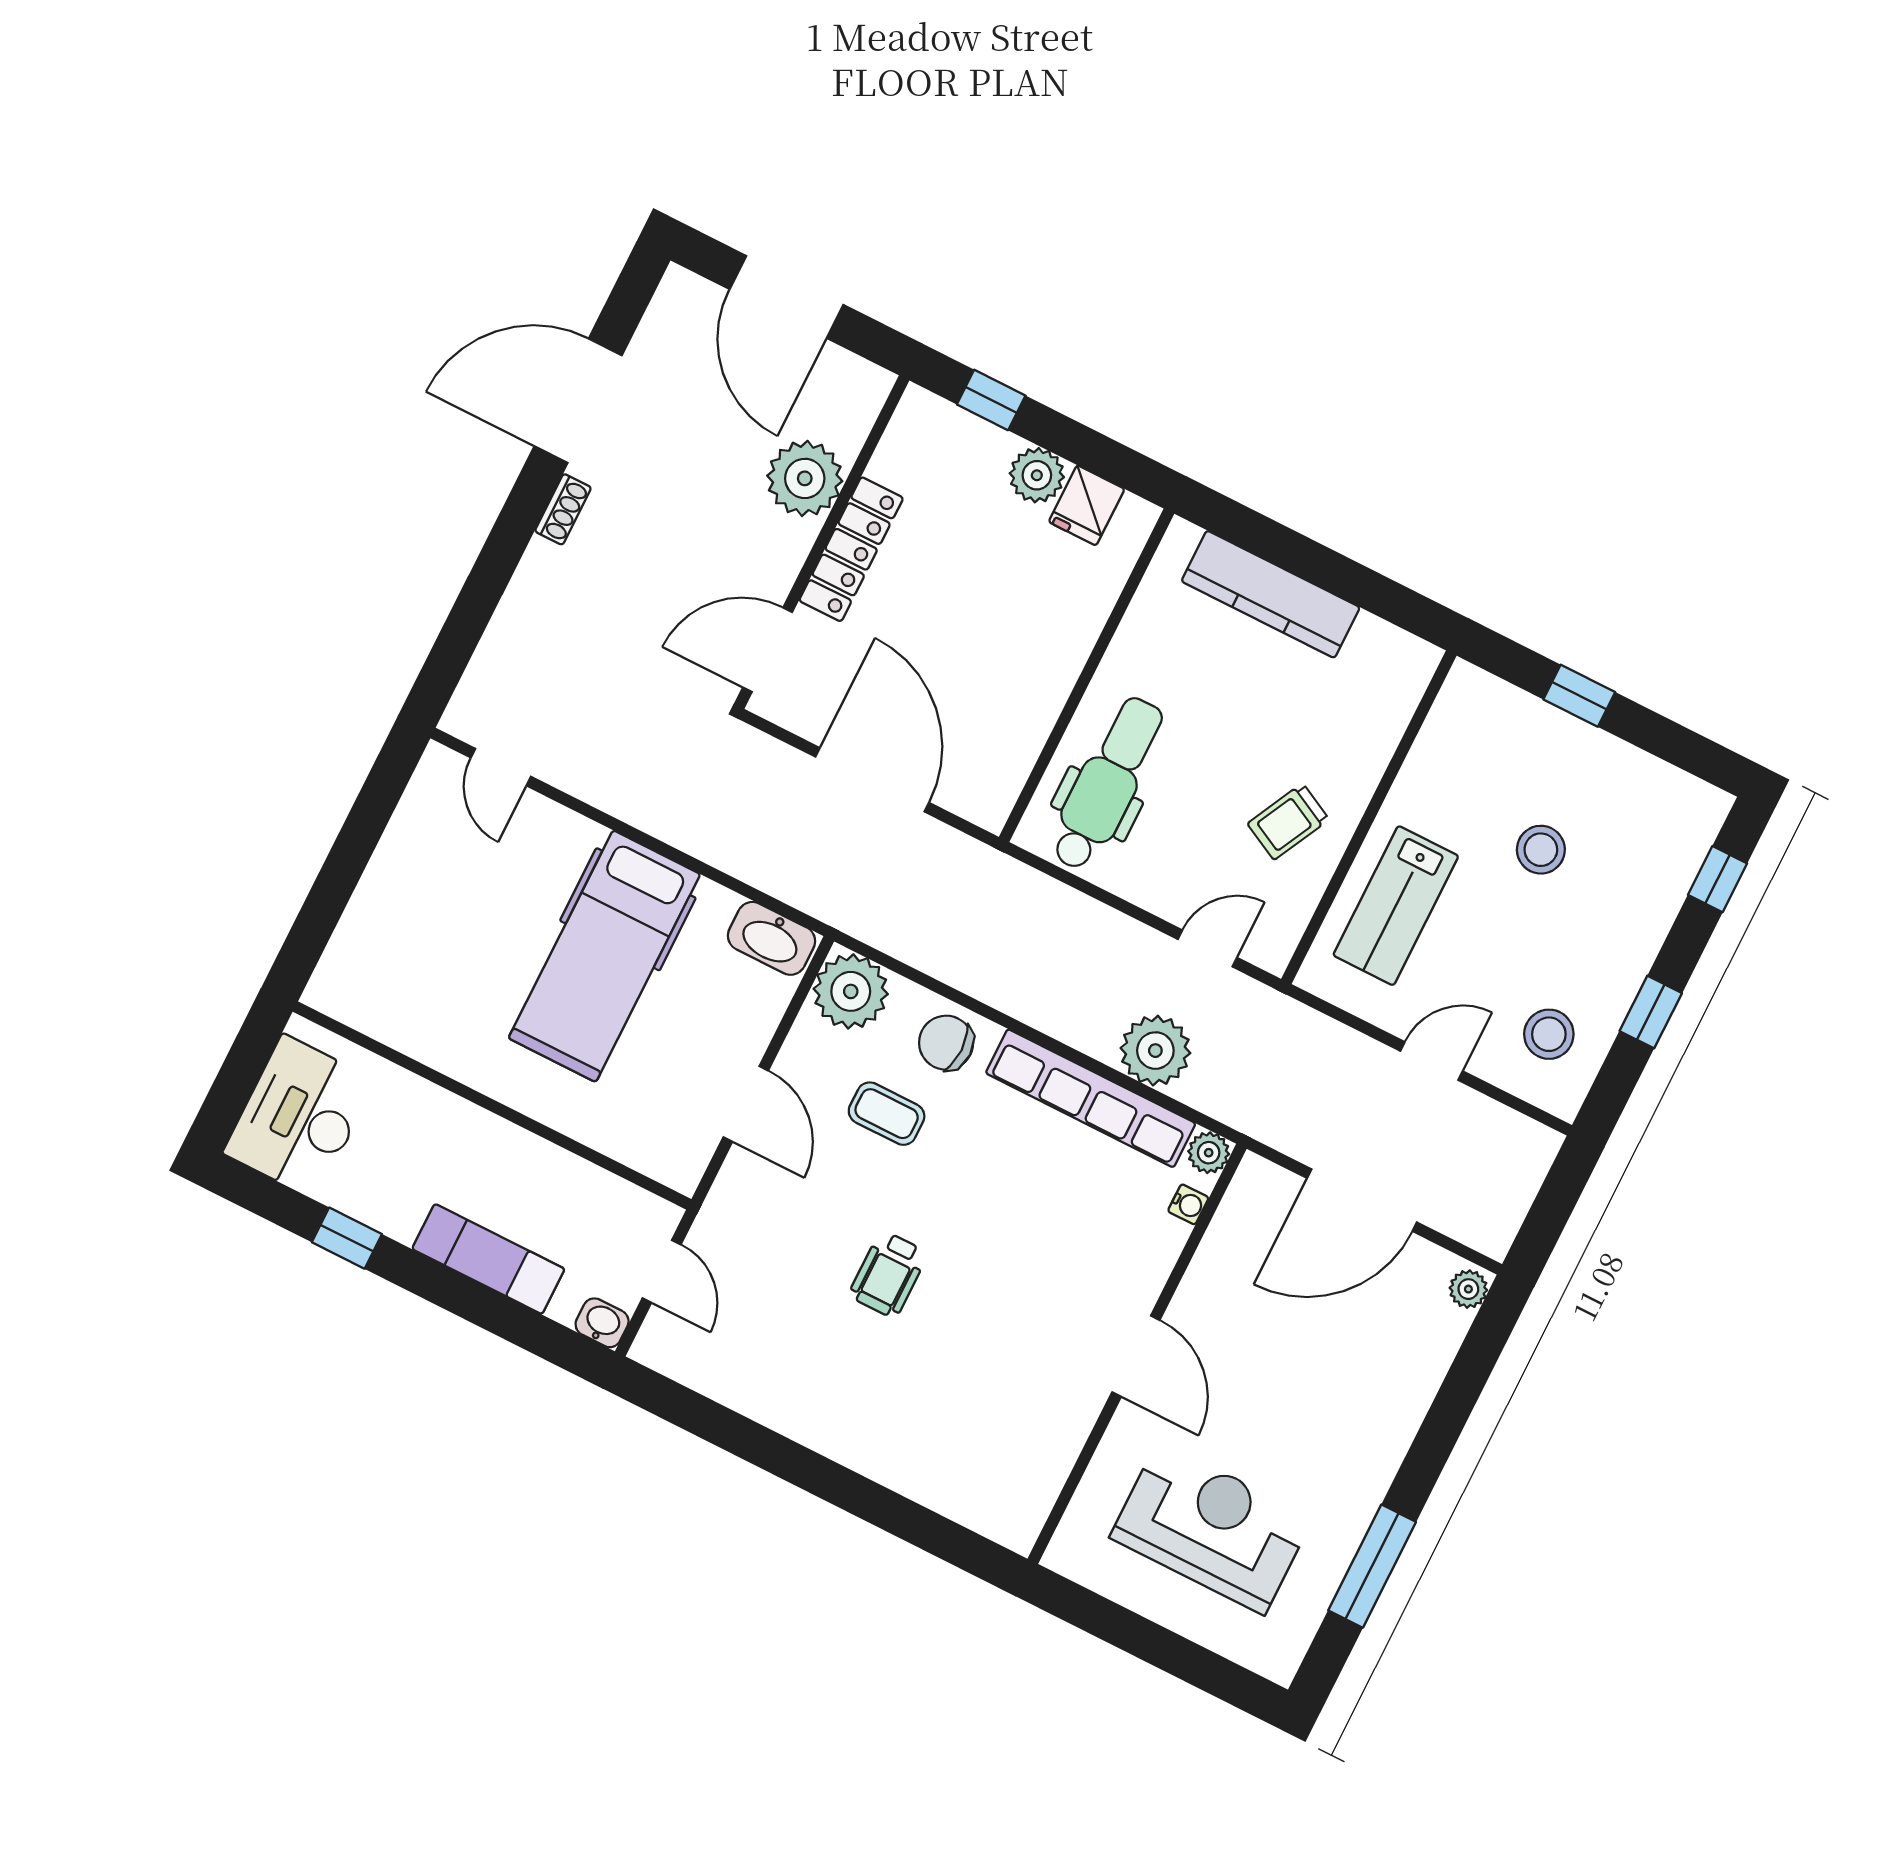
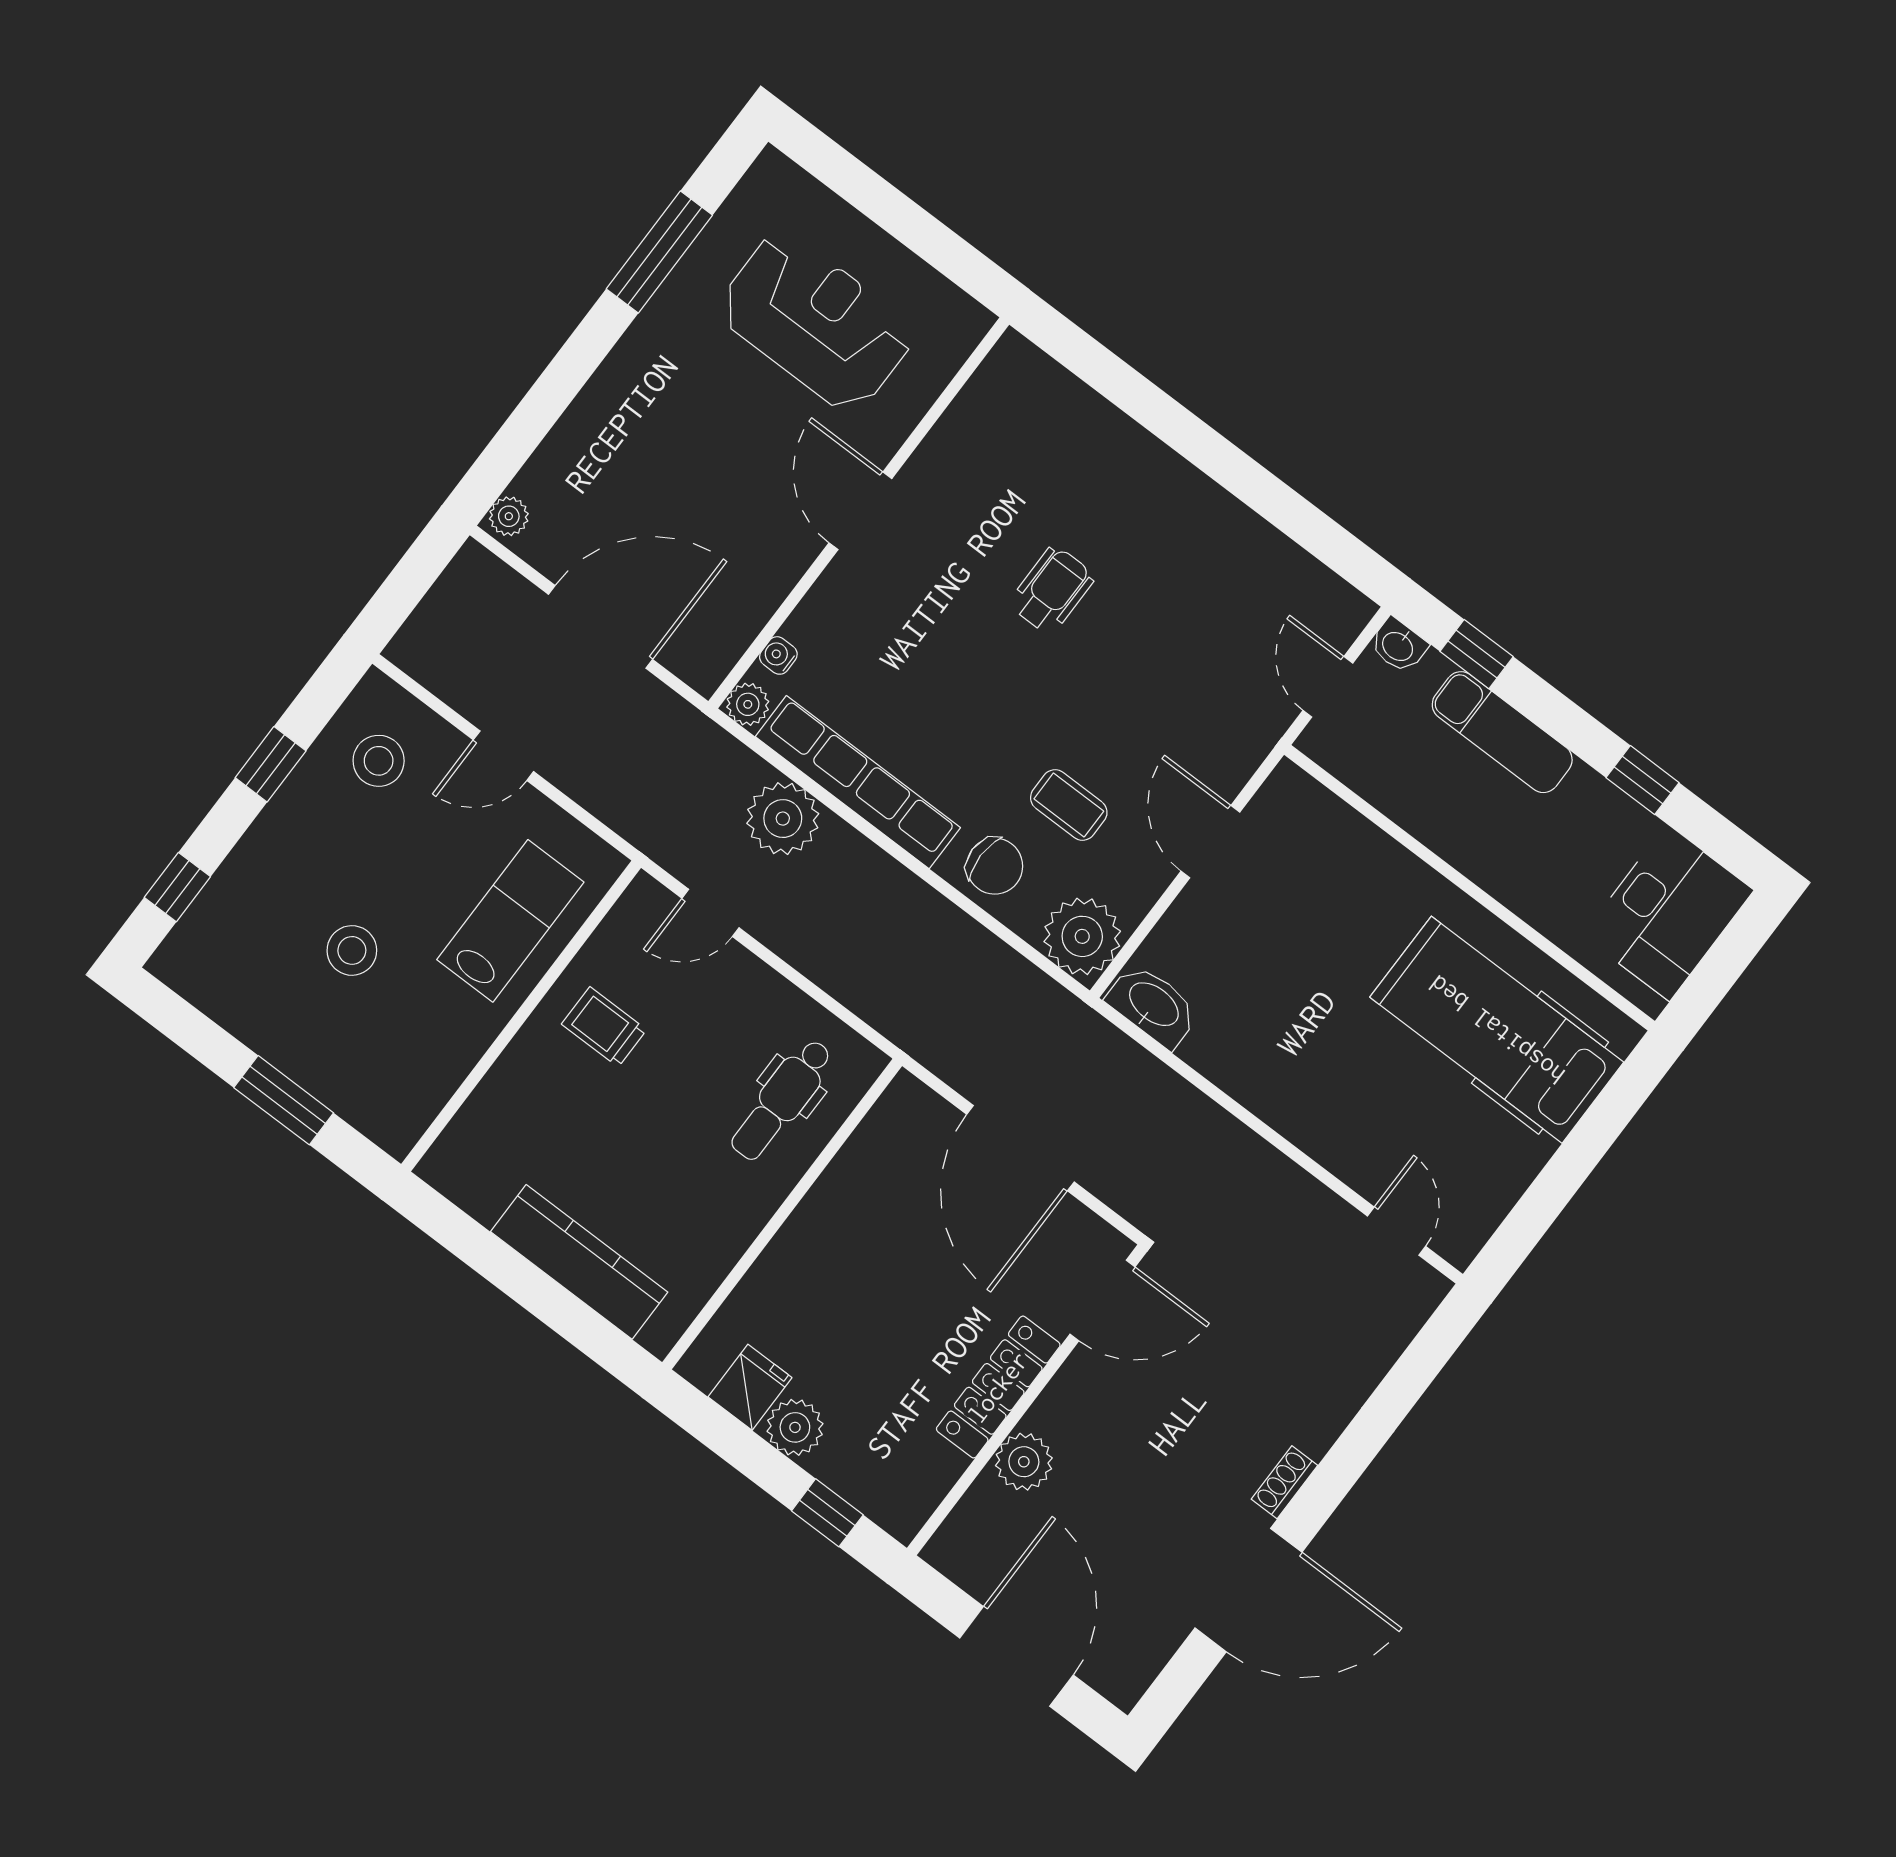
plant: (805, 478) -> (1024, 1462), width x0.73, depth x0.73
window: (1579, 696) -> (284, 1100), width x1.50
dental chair: (1107, 784) -> (782, 1100), width x0.73, depth x0.72
trolley: (1288, 822) -> (604, 1027), turned -117
hospital bed: (604, 956) -> (1497, 1030), moved, turned -90
wheelchair: (888, 1274) -> (1052, 590), moved
window: (526, 1328) -> (1477, 654), added
reception desk: (1211, 1528) -> (816, 322), turned 180

